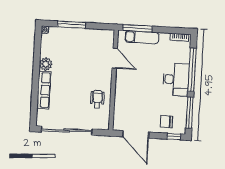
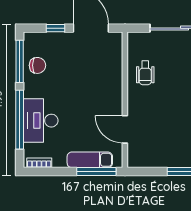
desk: (176, 79) -> (41, 121), moved
chair: (166, 122) -> (37, 65), moved
window: (174, 137) -> (55, 28), moved

